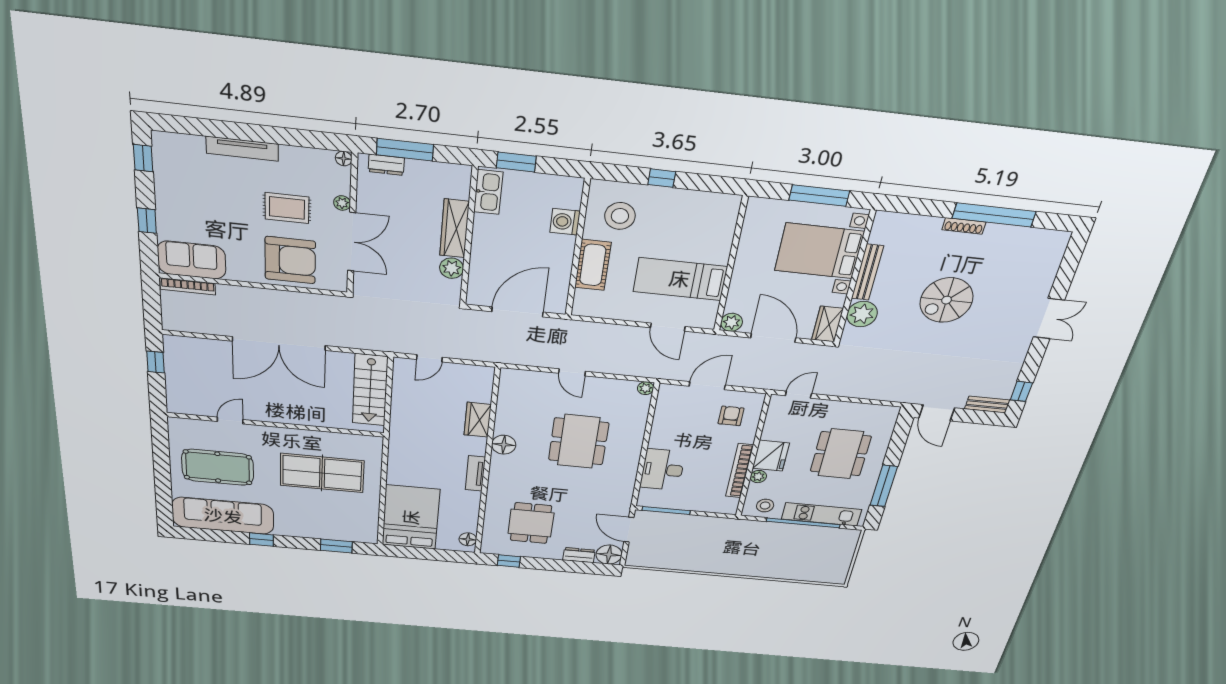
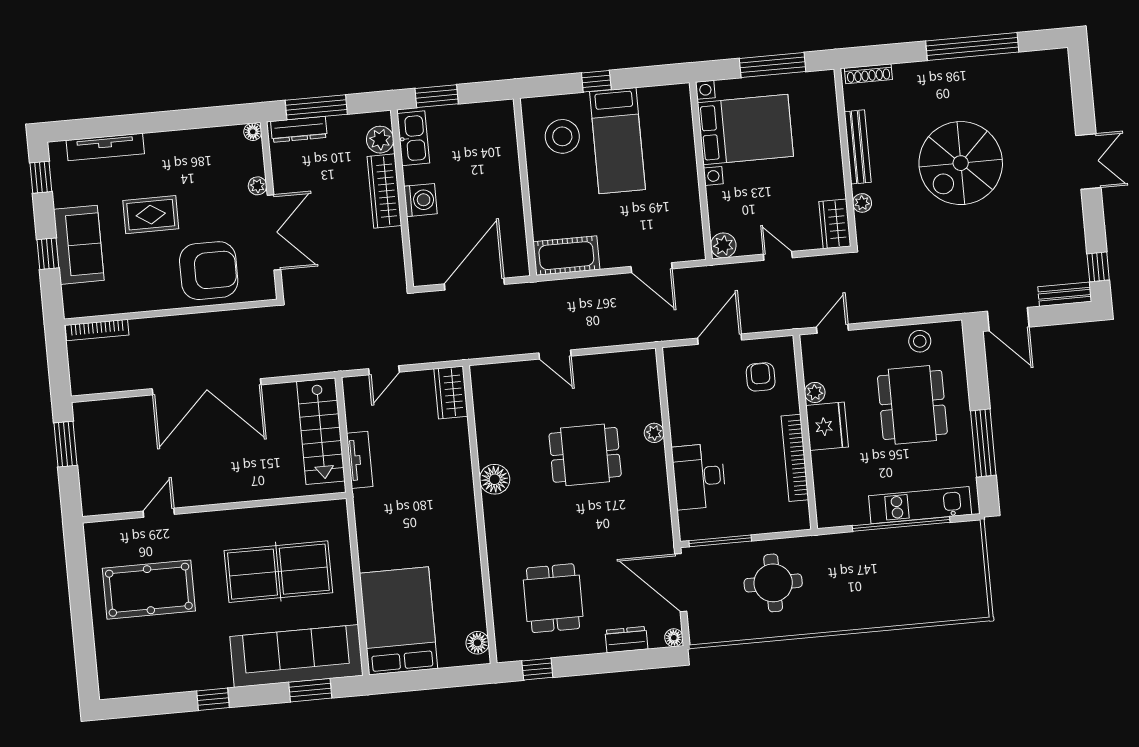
tv unit: (242, 149) -> (105, 147), moved
dresser: (386, 165) -> (299, 129), width x1.44
rug: (287, 208) -> (151, 215), moved
washing machine: (565, 222) -> (420, 200), moved, turned 180
shoe rack: (964, 226) -> (868, 74), moved
bed with nightstands: (819, 251) -> (745, 130), moved, turned 180
sofa: (192, 260) -> (79, 245), moved, turned 90
cot: (593, 265) -> (566, 256), moved, turned 90
plant: (452, 268) -> (380, 140), moved
bed: (680, 279) -> (617, 141), moved, turned -90
spiral stairs: (947, 300) -> (961, 163), width x1.37, depth x1.37
plant: (862, 314) -> (862, 203), width x0.53, depth x0.53
door: (773, 338) -> (778, 256), width x0.53
window: (155, 362) -> (66, 444), width x1.50
plant: (646, 388) -> (654, 433), moved
wardrobe: (478, 420) -> (451, 392), moved
dining table: (579, 441) -> (585, 455), width x0.73
tv unit: (475, 473) -> (360, 460), moved, turned 180
plant: (758, 477) -> (815, 392), moved
stool: (765, 506) -> (920, 341), moved
sofa: (223, 516) -> (296, 656), moved
door: (629, 530) -> (681, 583), width x1.36
round table: (697, 541) -> (773, 583), added
floor lamp: (609, 555) -> (674, 638), width x0.53, depth x0.53

